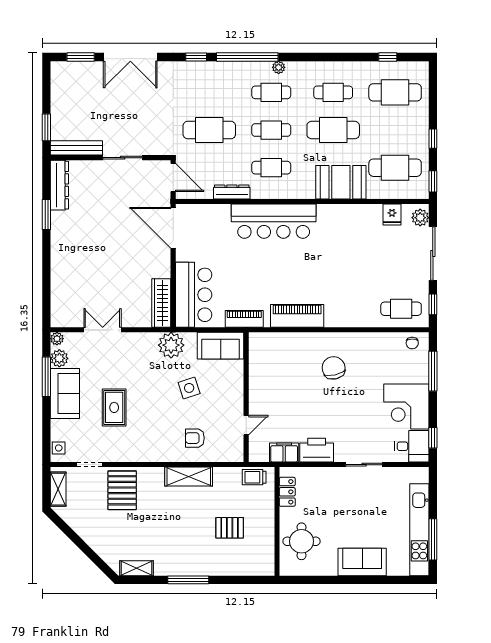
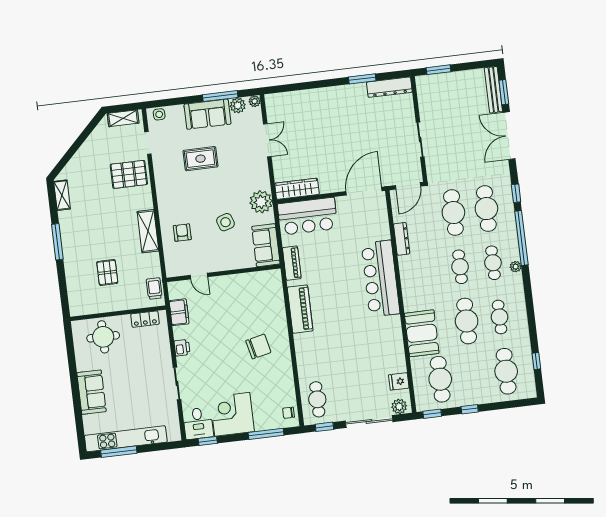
bench: (76, 148) -> (493, 90), moved
cafe table: (271, 168) -> (486, 209), moved, width x1.37, depth x1.35
printer: (317, 450) -> (182, 348), width x0.53, depth x0.68

